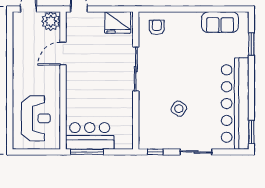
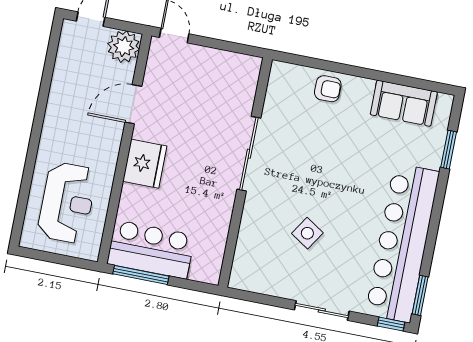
fridge: (118, 22) -> (145, 164), moved, turned -90
armchair: (157, 27) -> (328, 89), moved, turned 90
window: (155, 152) -> (391, 324), moved

